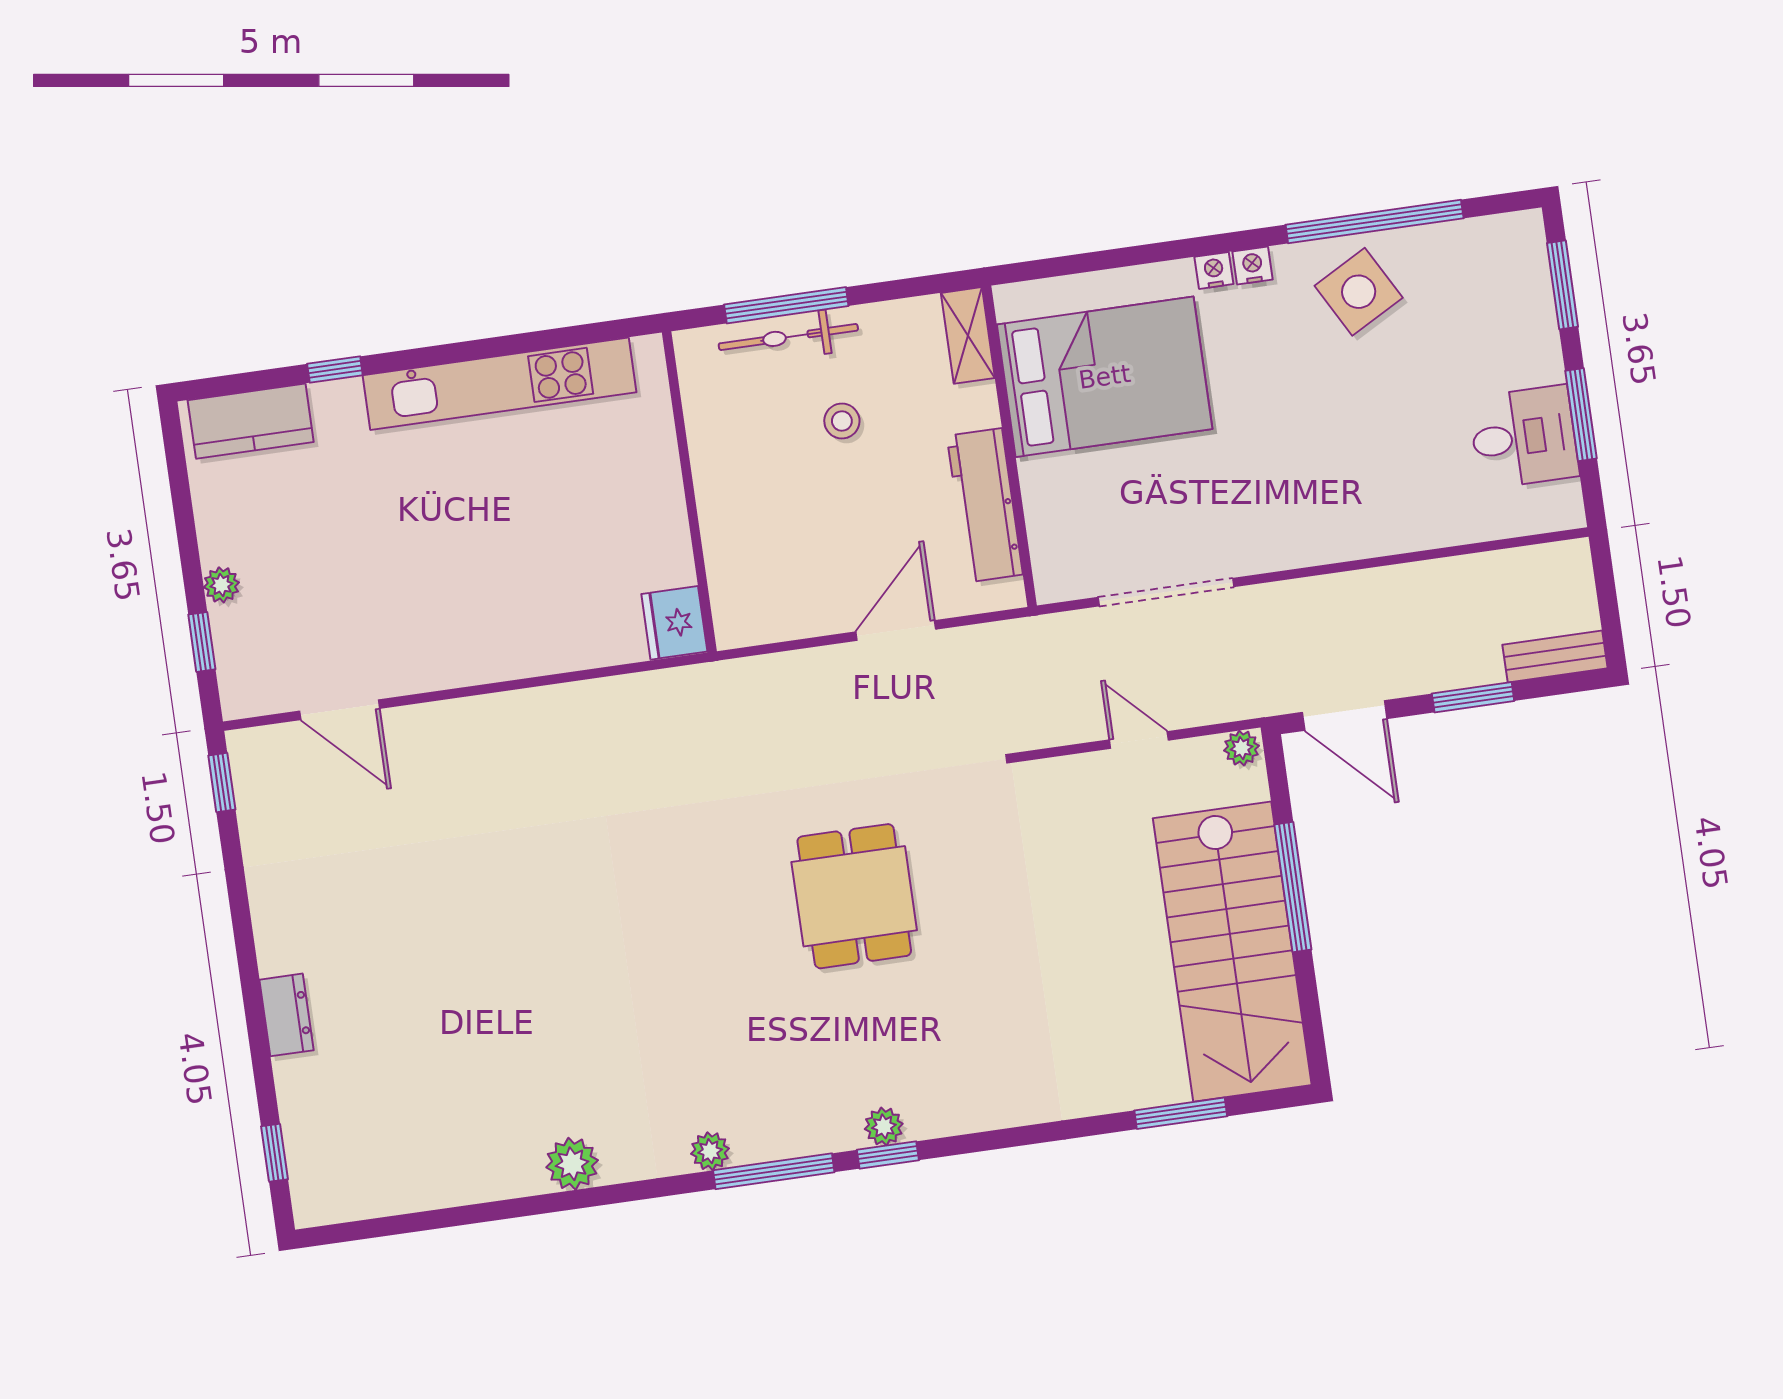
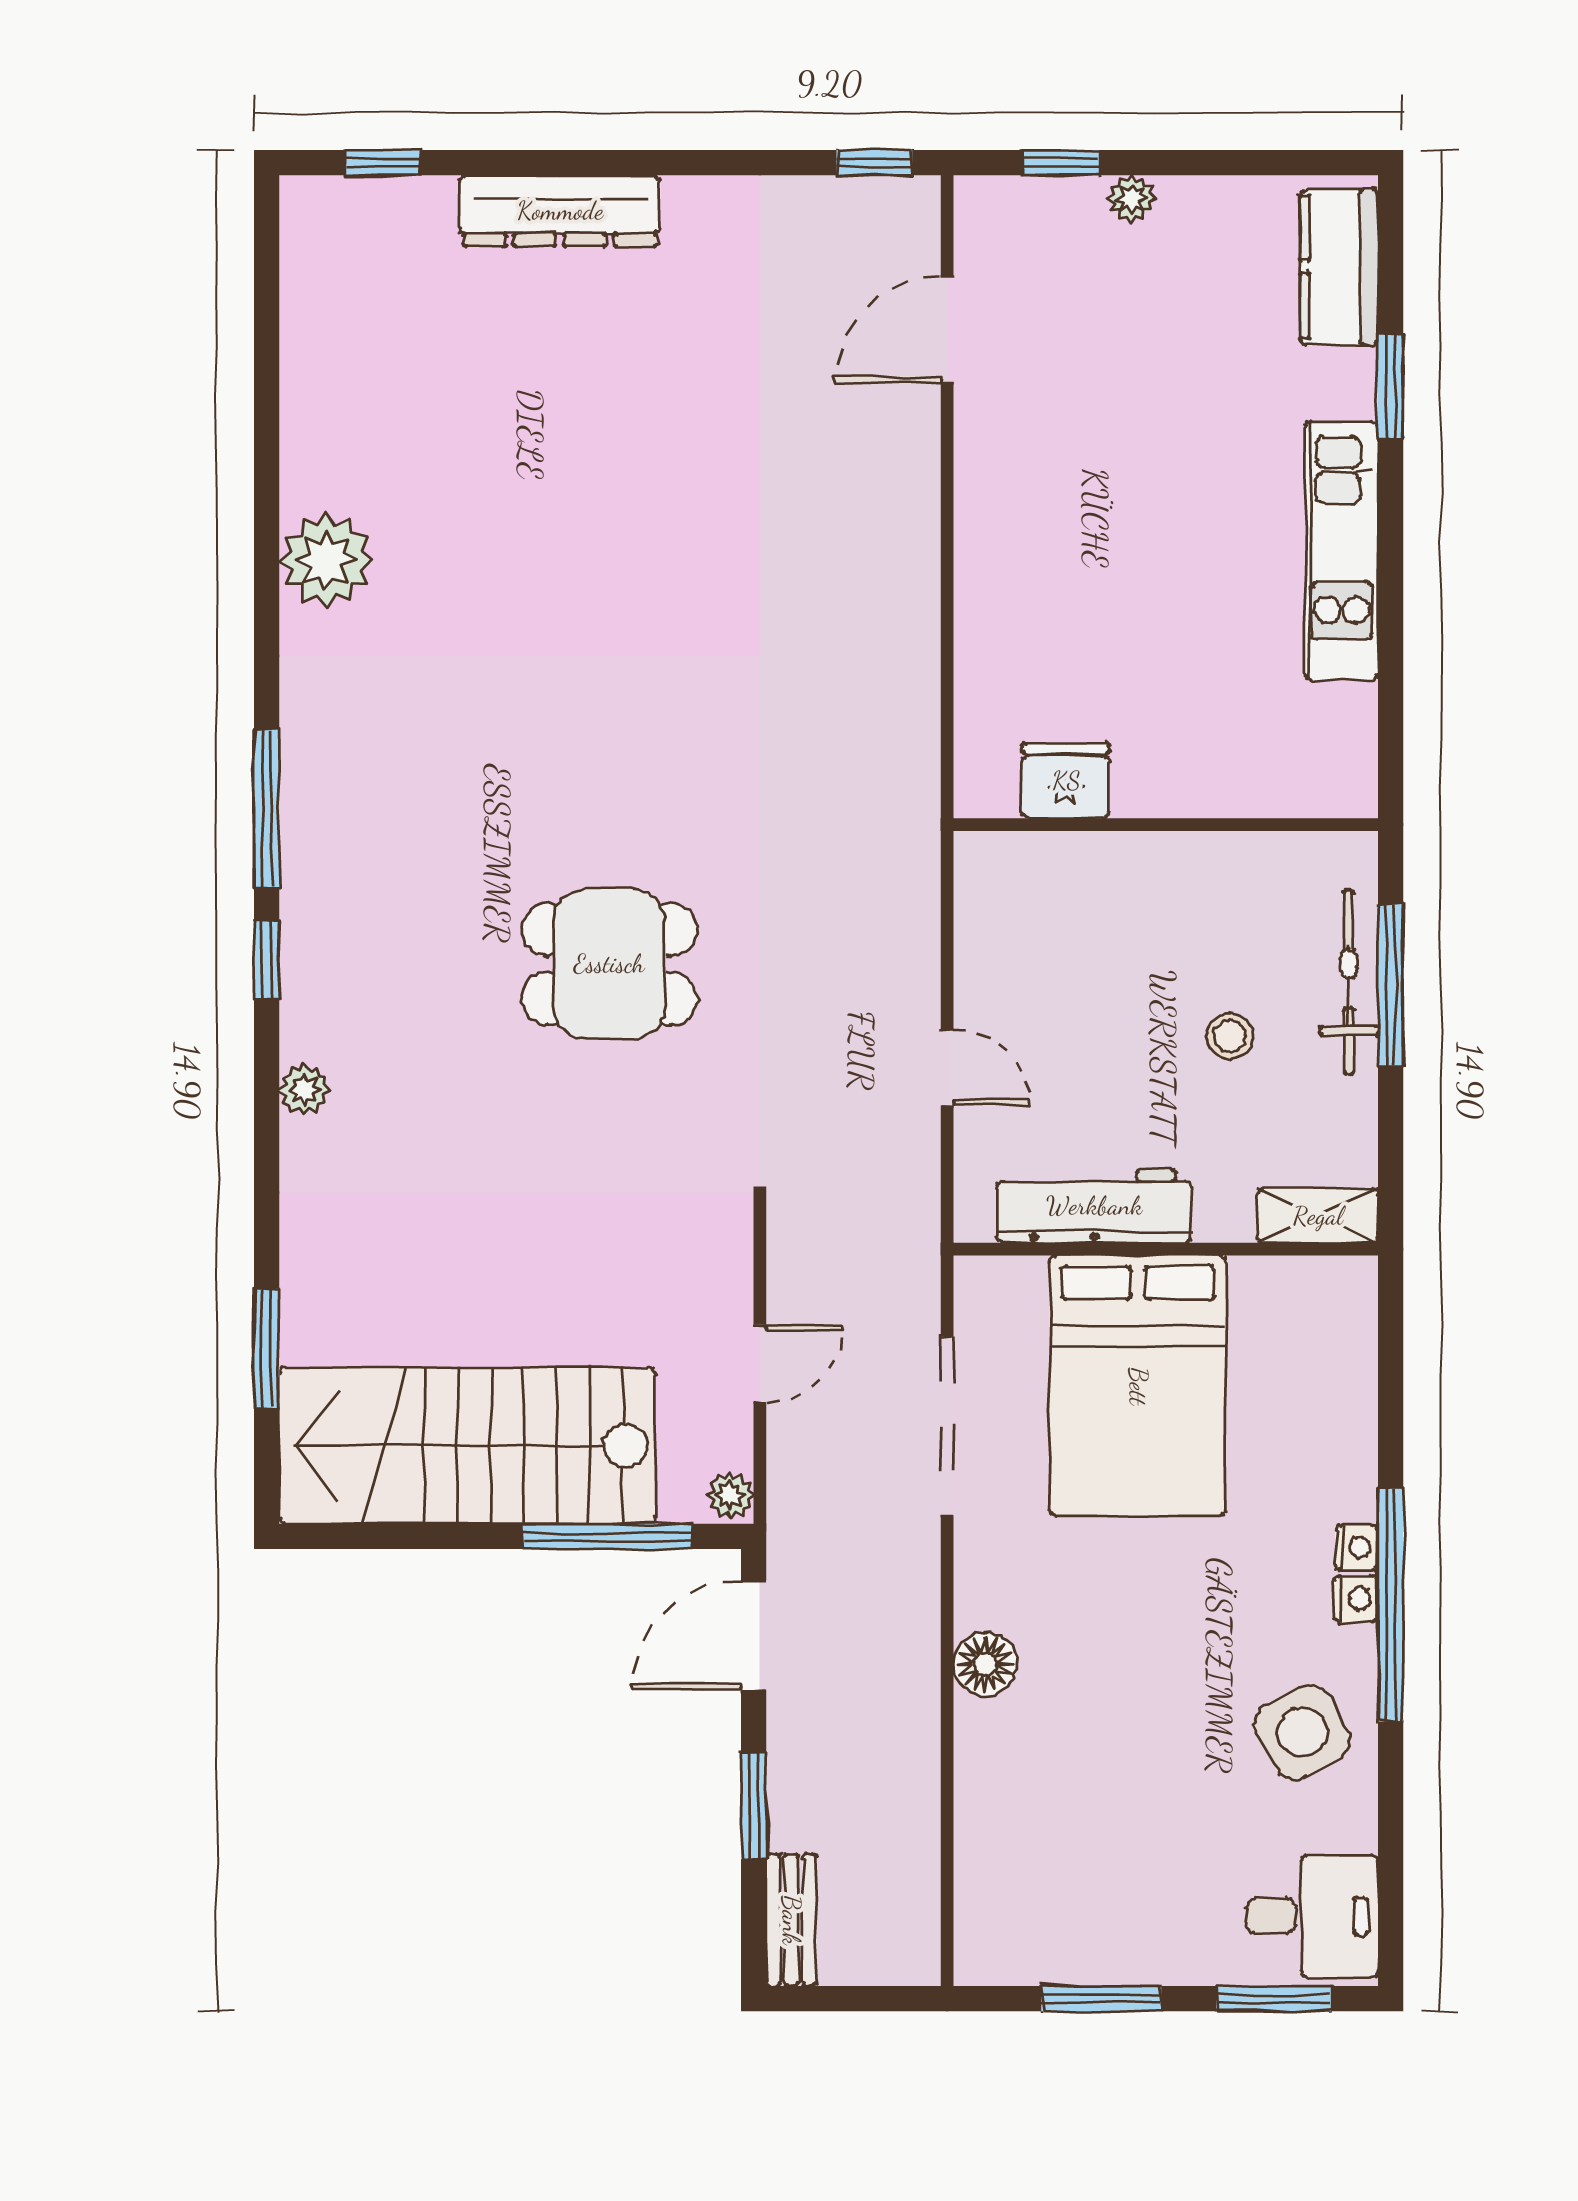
window: (1375, 222) -> (1391, 1605), moved
window: (335, 369) -> (1391, 386), width x1.50
bed: (1105, 377) -> (1138, 1386), moved
kitchen unit: (499, 384) -> (1342, 551), width x0.73
desk: (1524, 437) -> (1312, 1916), moved, turned -90
floor lamp: (1341, 538) -> (985, 1664), added
fridge: (674, 623) -> (1066, 781), moved
door: (896, 631) -> (947, 1067), width x0.73
window: (1293, 887) -> (607, 1536), moved
dresser: (287, 1015) -> (560, 211), width x1.96, depth x1.24
plant: (884, 1126) -> (304, 1090), moved
plant: (710, 1151) -> (304, 729), removed
plant: (572, 1164) -> (326, 560), width x1.36, depth x1.36

